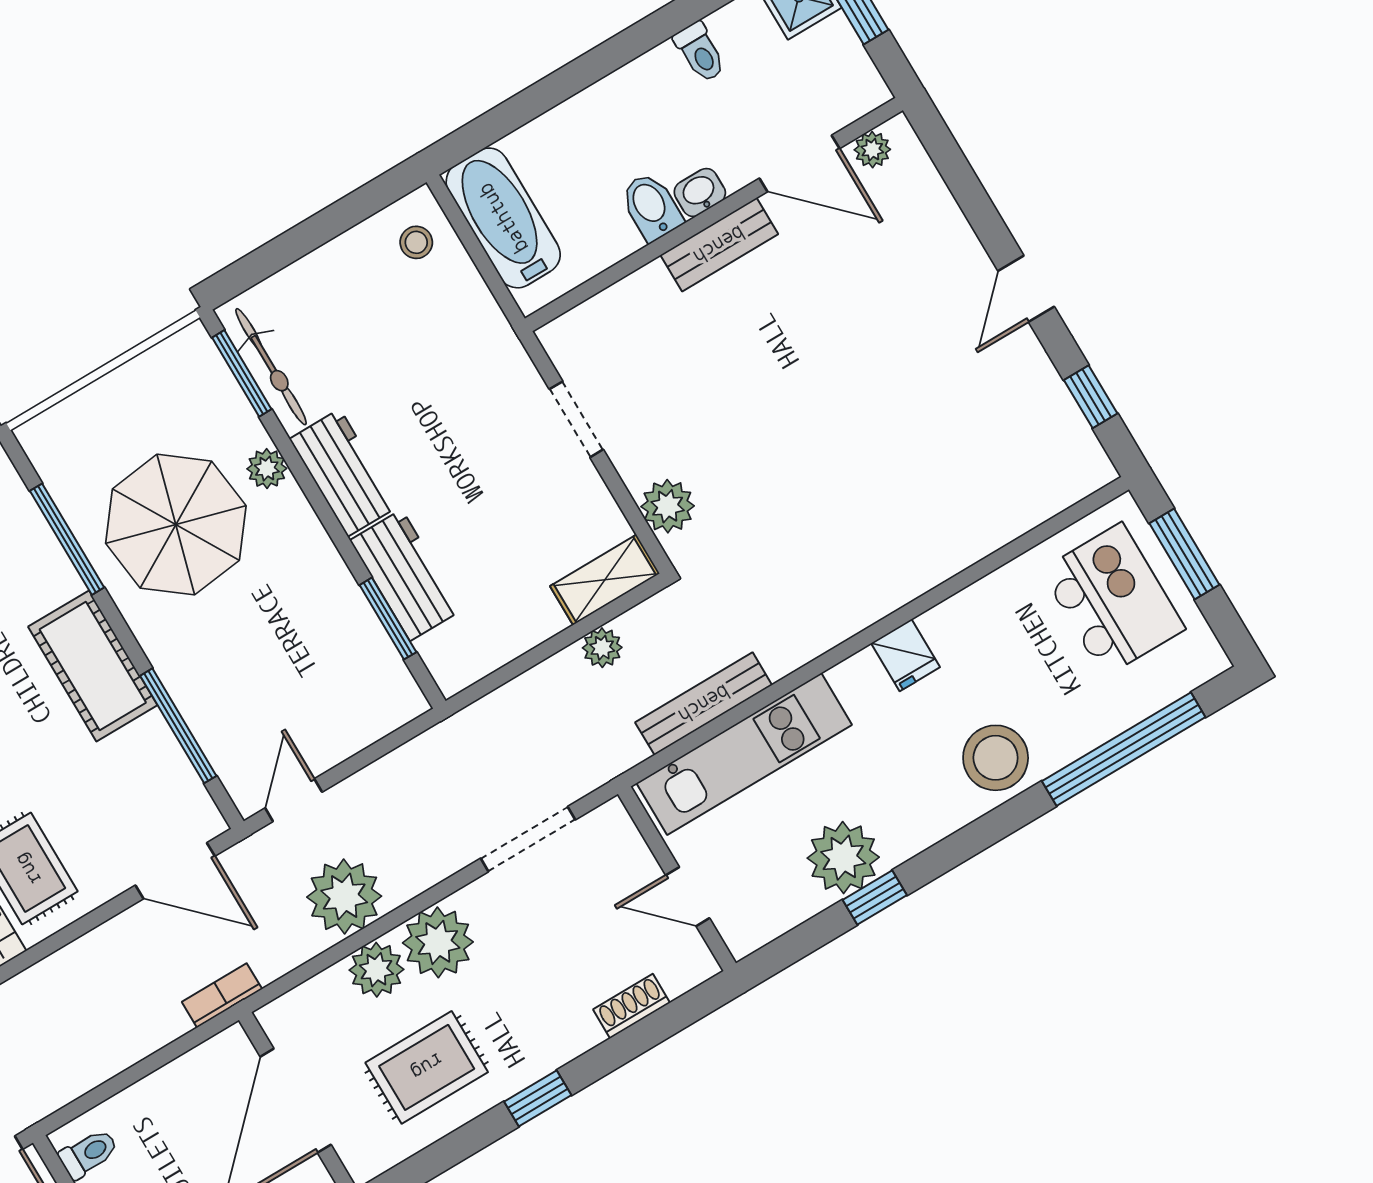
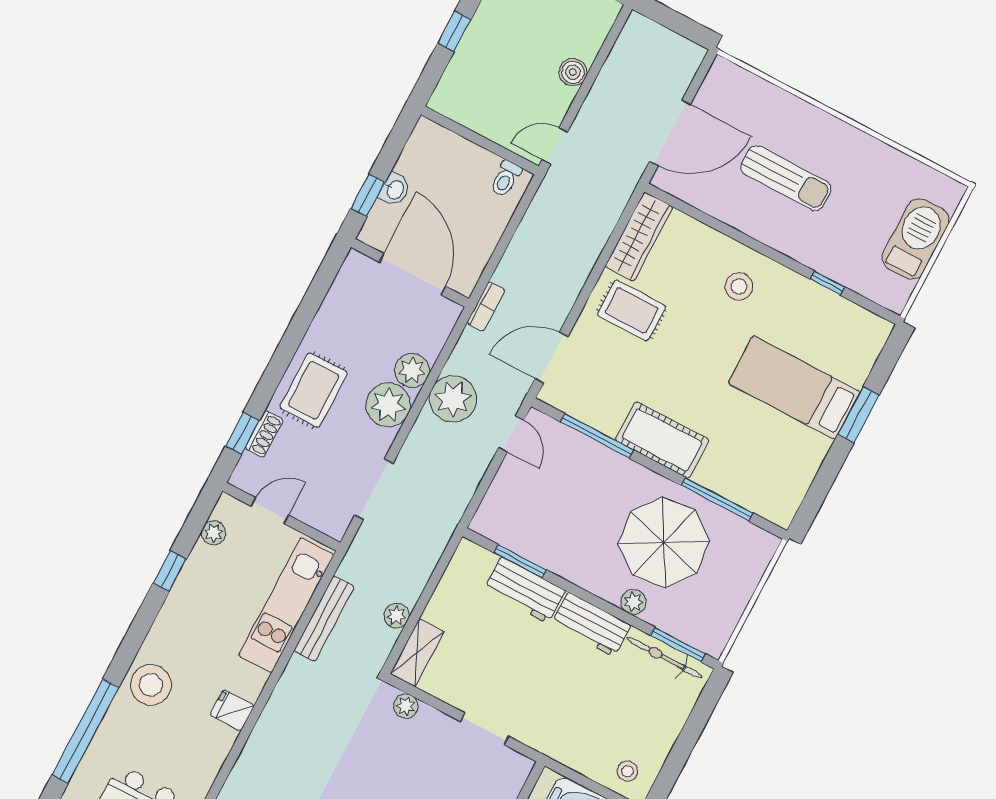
plant: (668, 506) -> (406, 706), width x0.73, depth x0.73
plant: (843, 858) -> (214, 533), moved, width x0.53, depth x0.53
rug: (427, 1067) -> (314, 390), moved
window: (538, 1098) -> (242, 433), moved

